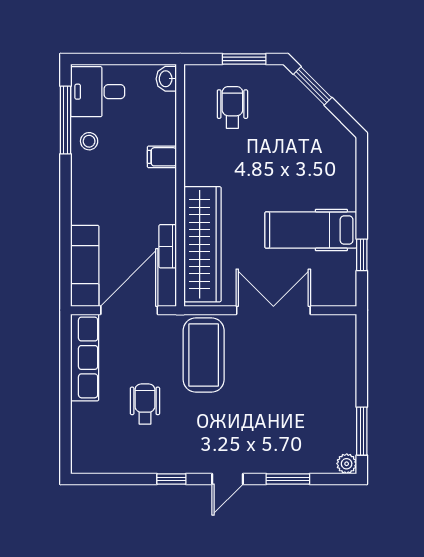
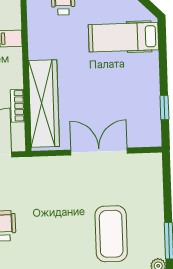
hospital bed: (311, 230) -> (124, 37), moved
coffee table: (204, 355) -> (111, 234), moved

